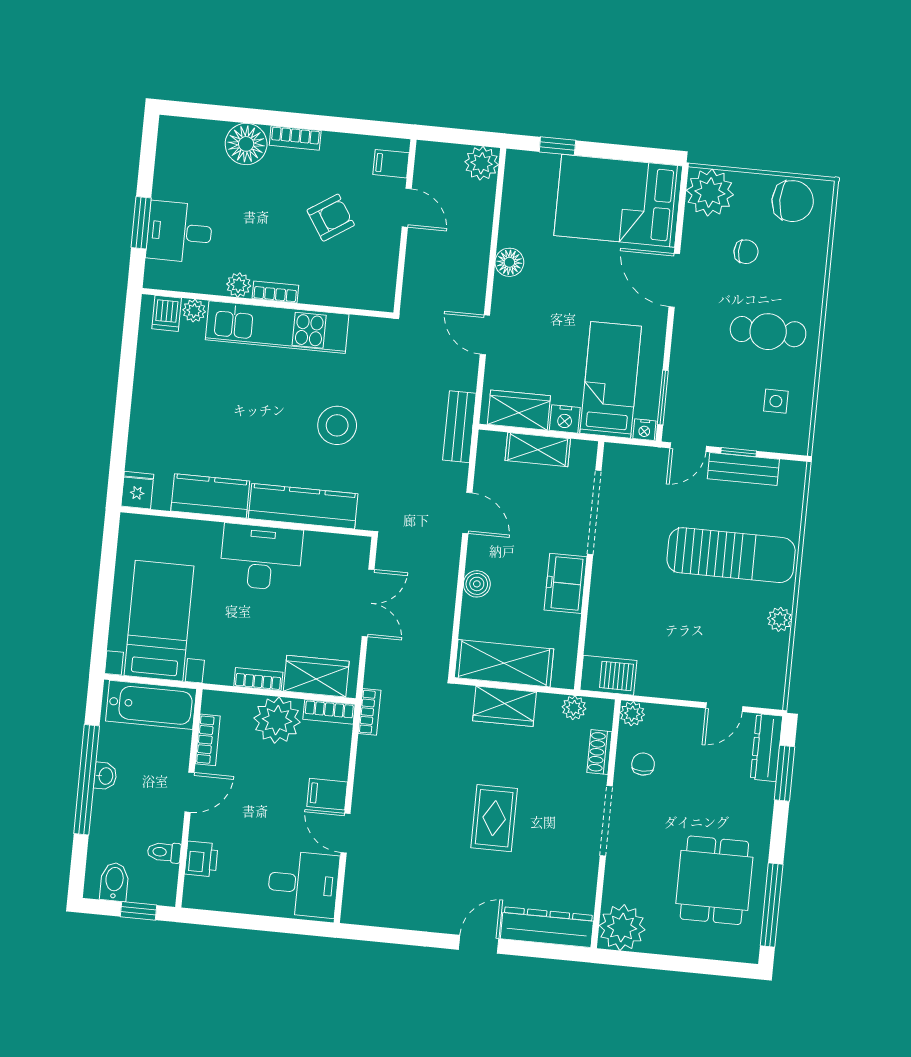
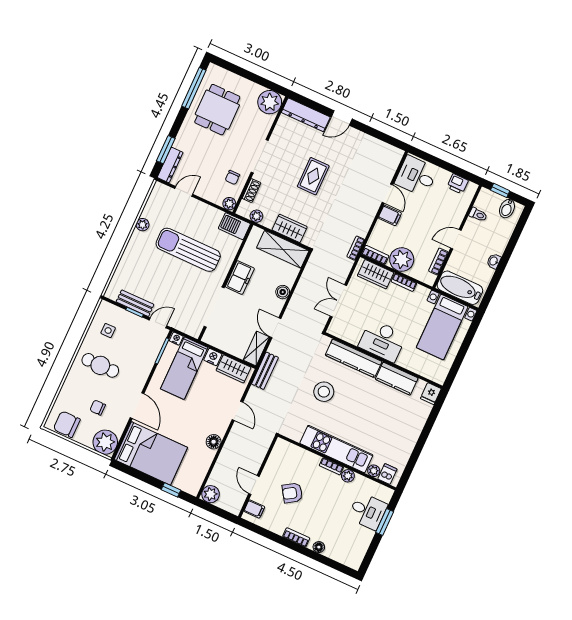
floor lamp: (246, 144) -> (319, 547), width x0.53, depth x0.53
shelving: (538, 450) -> (256, 349), moved, turned 90
sun lounger: (731, 555) -> (188, 250), moved
window: (87, 780) -> (503, 262), removed
printer: (201, 859) -> (458, 184), moved, turned -90

